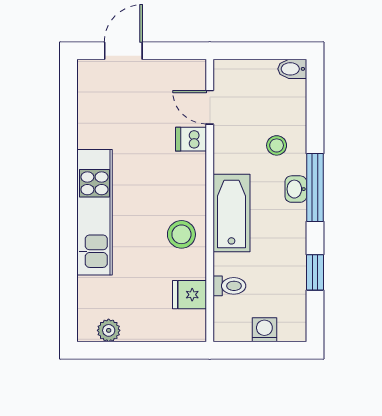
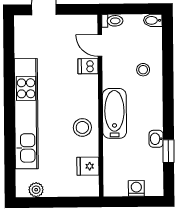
window: (315, 188) -> (168, 97), removed
washbasin: (296, 189) -> (156, 139), moved
kitchen unit: (94, 212) -> (26, 114), width x1.36
toilet: (229, 286) -> (112, 21), moved

